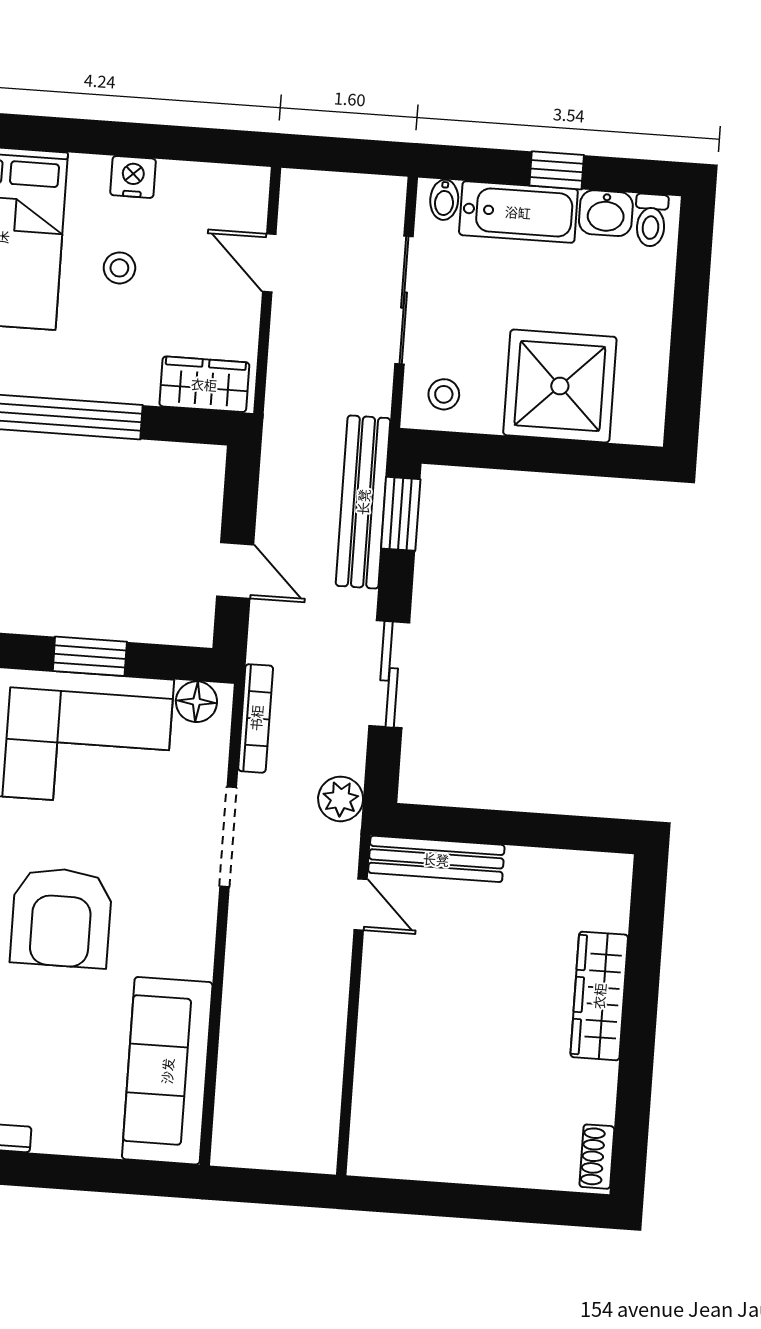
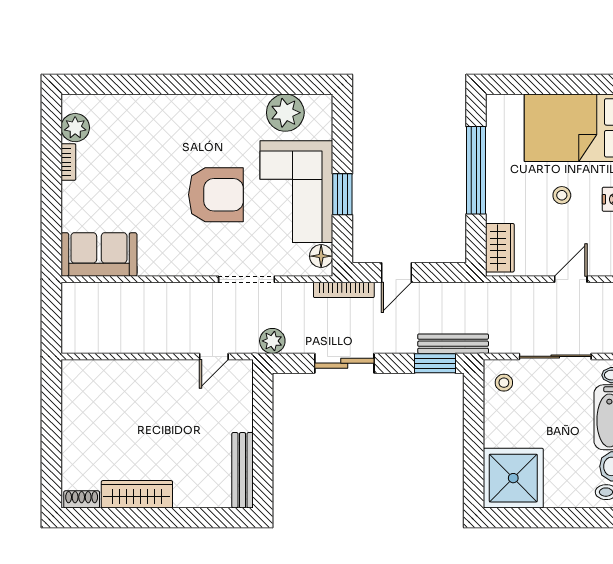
shower: (560, 386) -> (513, 478), moved
bench: (363, 502) -> (453, 344), width x0.73, depth x0.82
bookcase: (256, 718) -> (344, 290), moved
bench: (436, 859) -> (243, 470), moved
armchair: (61, 918) -> (216, 195), moved, turned 180
wardrobe: (599, 996) -> (137, 494), moved
sofa: (167, 1071) -> (99, 254), width x0.73

